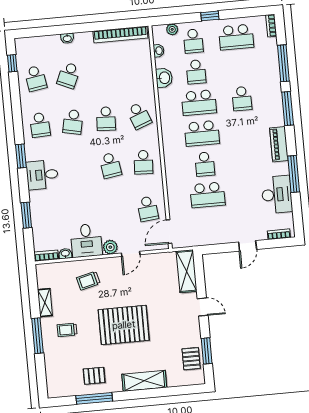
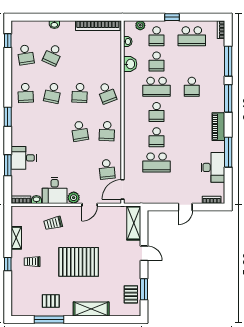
school desk: (202, 133) -> (157, 112), width x0.54
desk: (42, 175) -> (24, 158), moved
window: (37, 336) -> (8, 264), width x0.46

